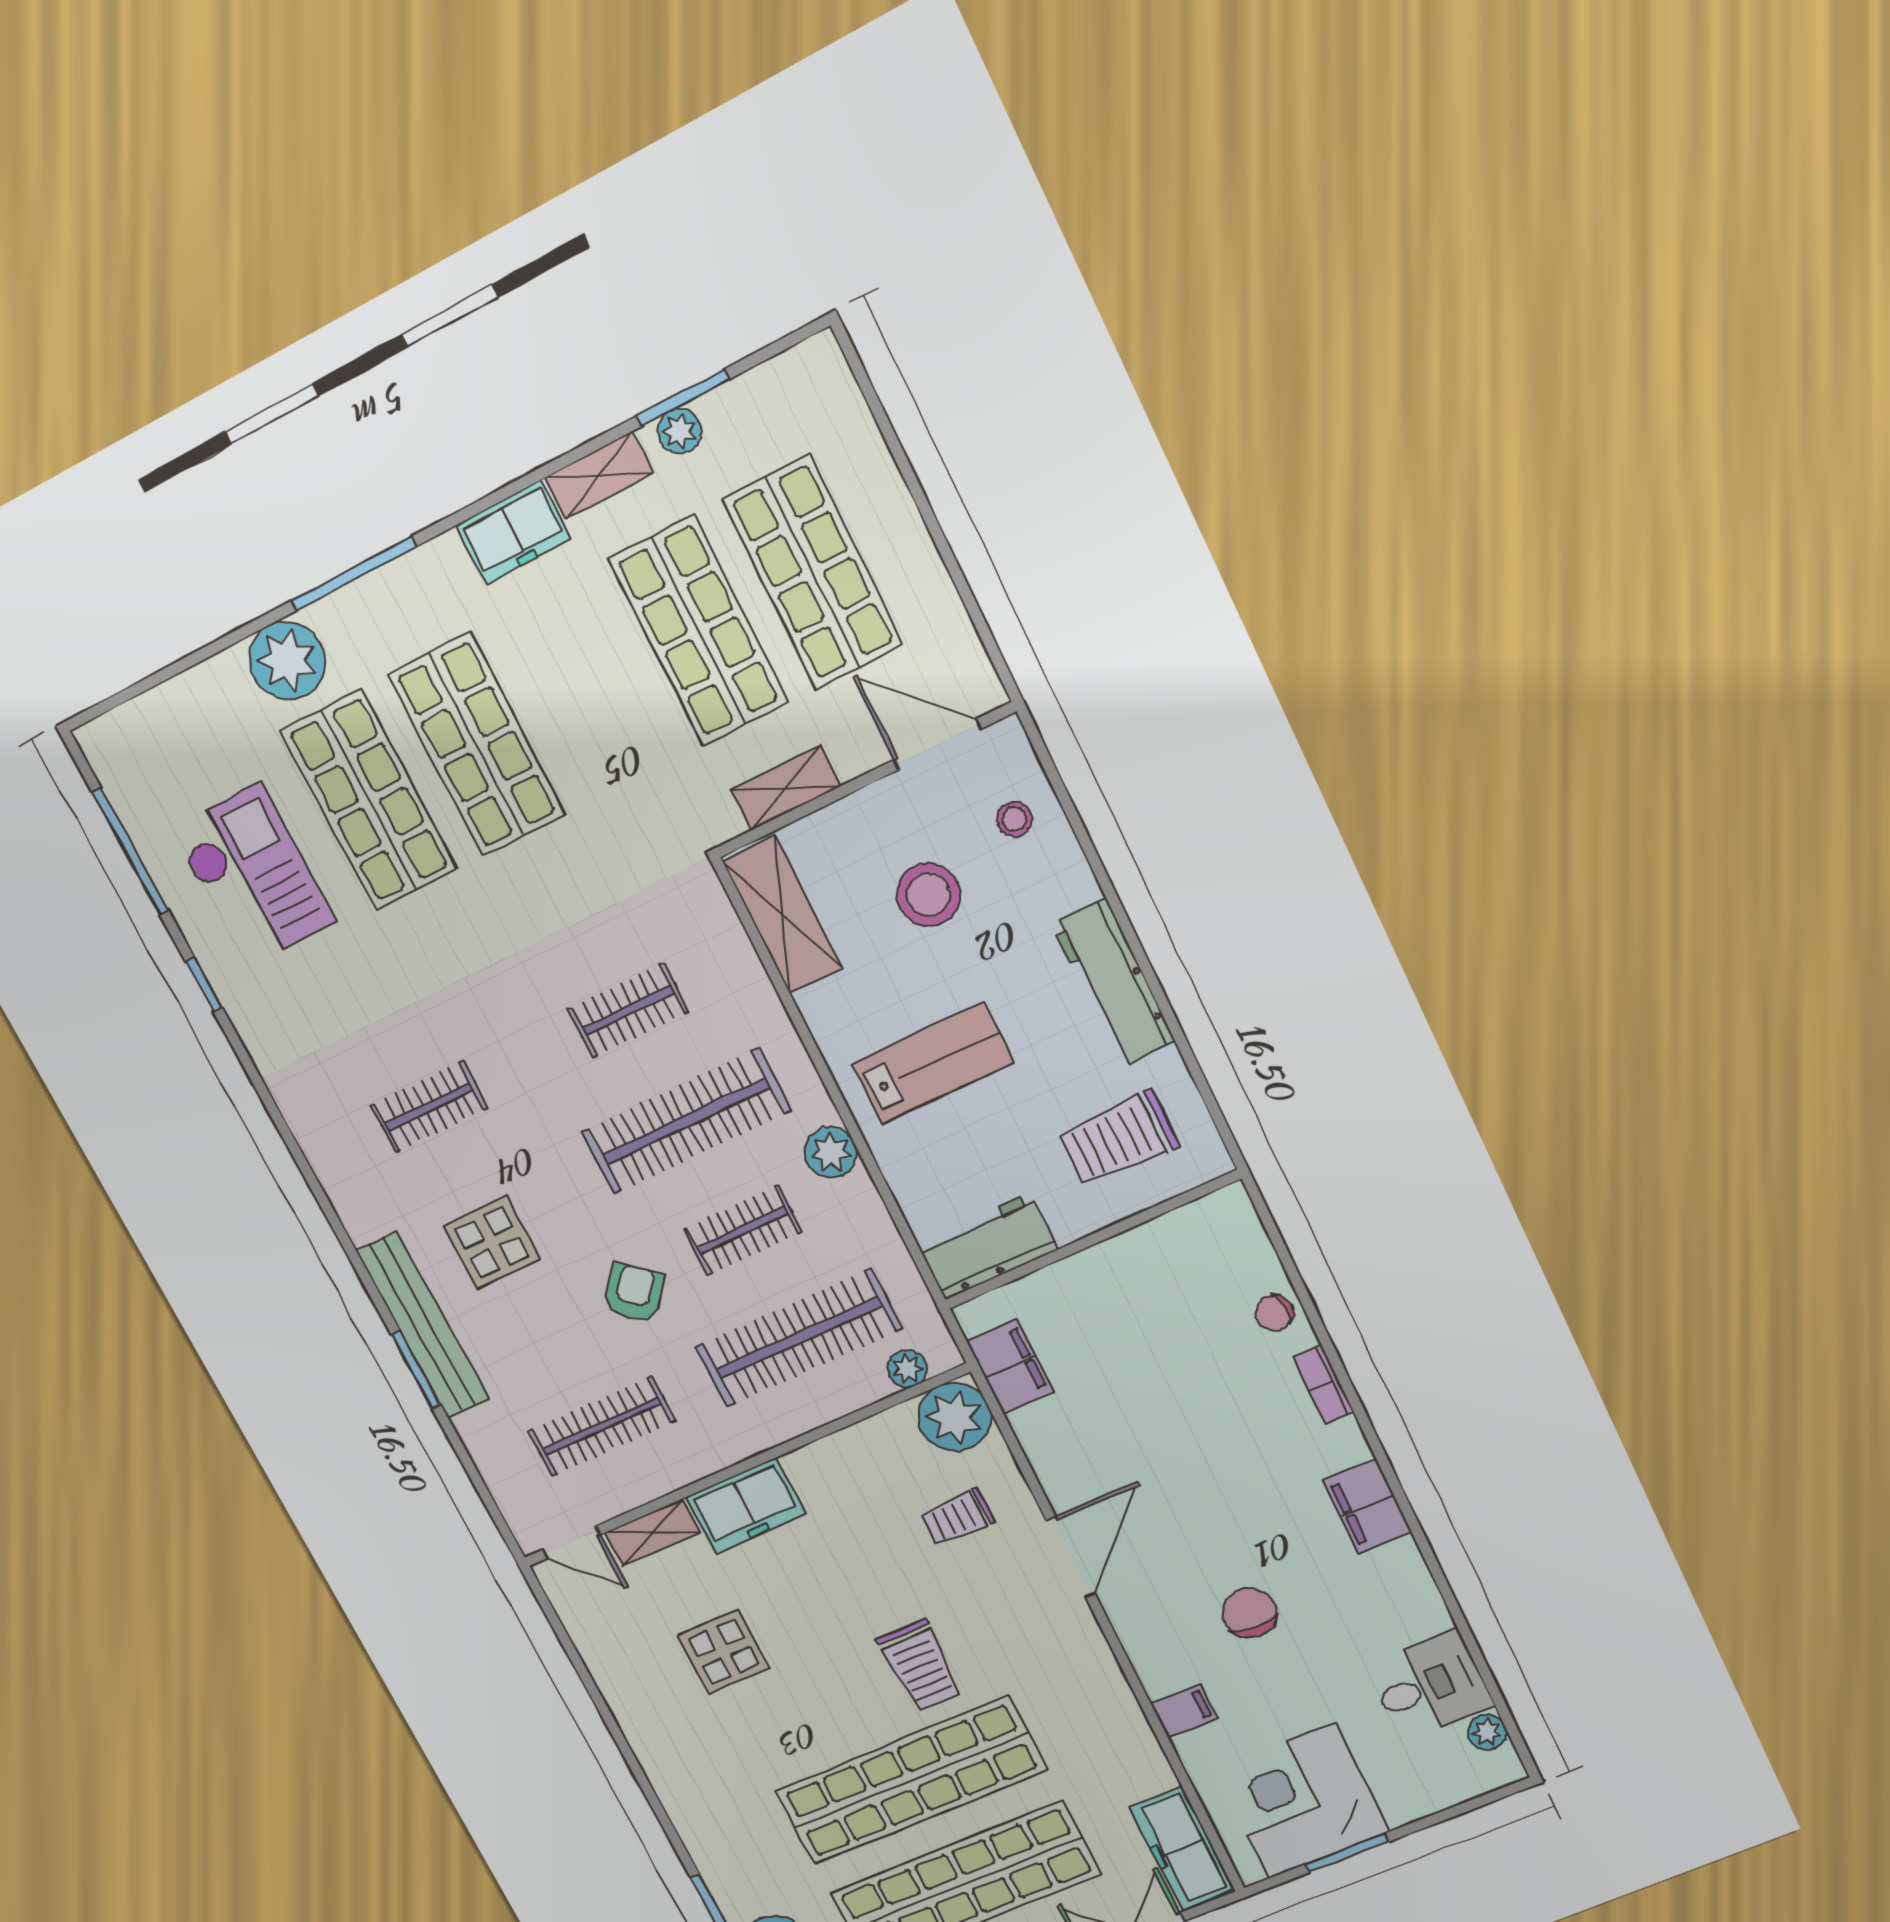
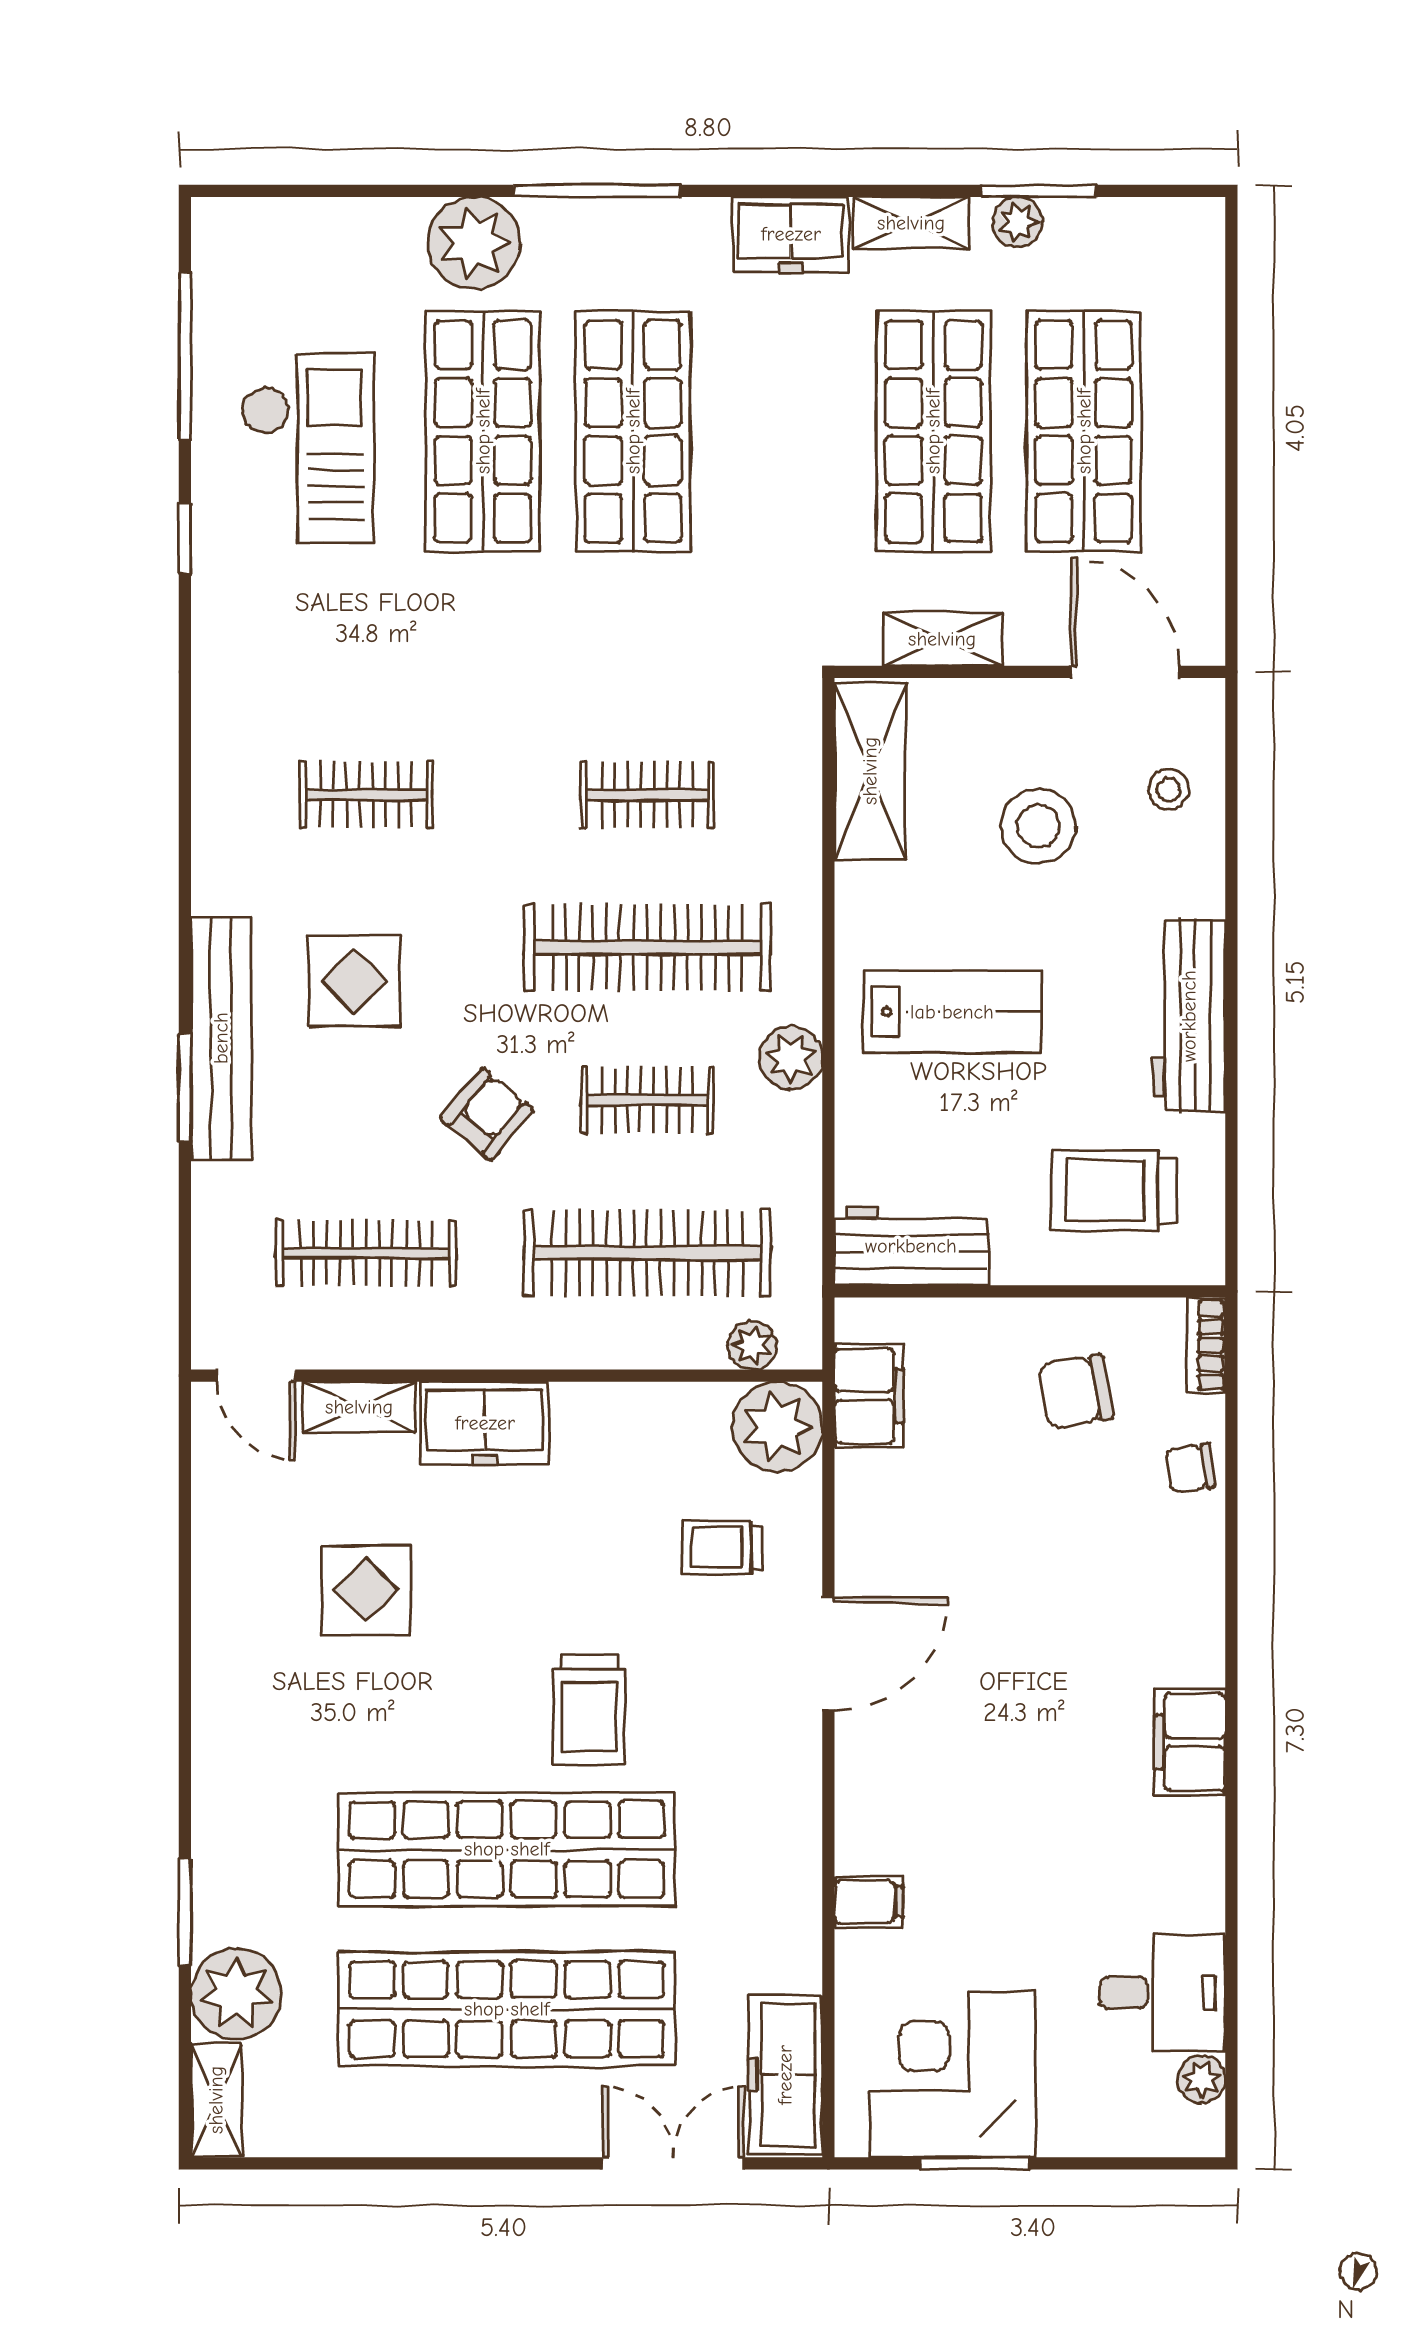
bookcase: (1323, 1384) -> (1206, 1345), moved
chair: (1250, 1613) -> (1075, 1392), moved, turned -104

